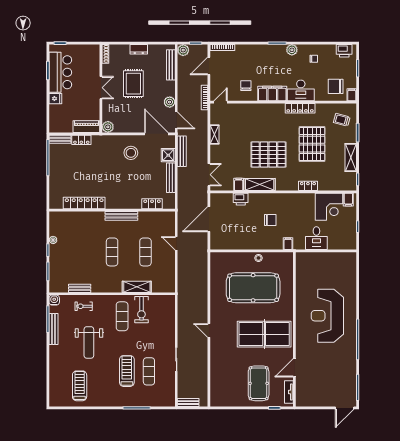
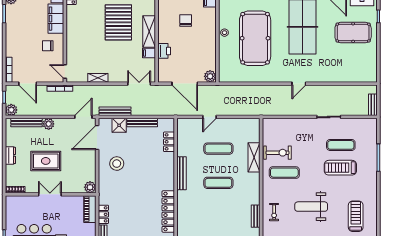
plant: (170, 102) -> (49, 124), moved
plant: (216, 244) -> (210, 76), added
weight bench: (89, 342) -> (311, 207), turned 180
treadmill: (80, 386) -> (356, 216), turned 90

